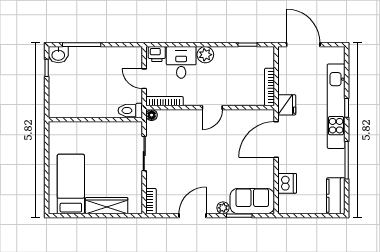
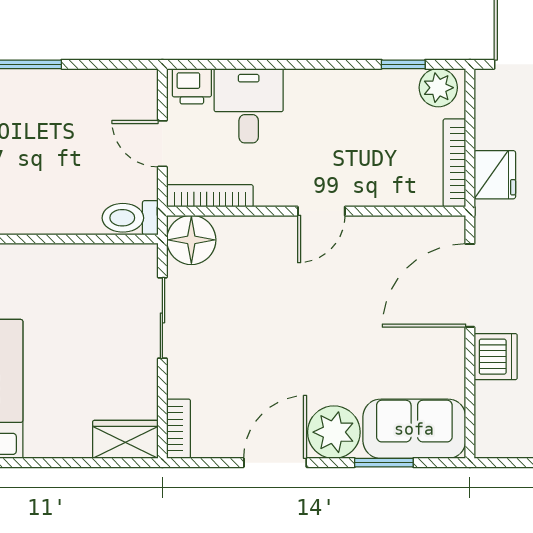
plant: (205, 55) -> (438, 88), moved
fridge: (287, 105) -> (495, 175), moved
floor lamp: (152, 115) -> (191, 240), width x1.89, depth x1.89
dishwasher: (287, 183) -> (496, 357), moved
wardrobe: (107, 206) -> (125, 439), moved, width x0.67
plant: (223, 208) -> (334, 432), width x1.87, depth x1.87

